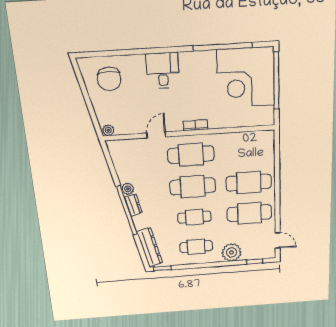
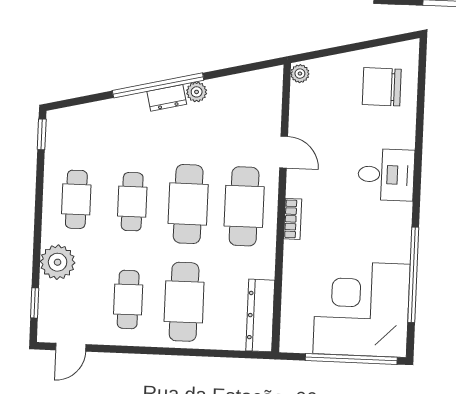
cafe table: (249, 213) -> (128, 299), width x0.73, depth x0.74
dresser: (150, 247) -> (260, 315), moved, turned 103

